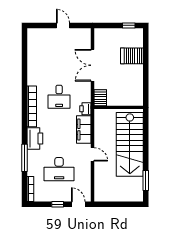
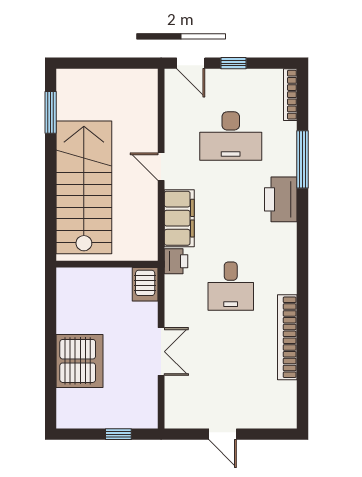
window: (129, 25) -> (118, 434), moved
server rack: (132, 56) -> (80, 361), width x1.60
double door: (93, 65) -> (161, 352), width x0.73
desk: (59, 97) -> (231, 286), turned 180
bookcase: (32, 106) -> (287, 337), moved
desk: (59, 169) -> (231, 136), turned 180

